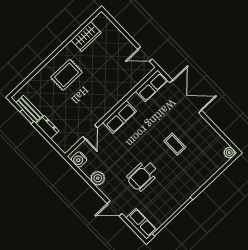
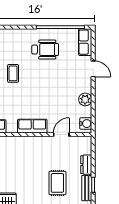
rug: (66, 75) -> (57, 183), moved, turned 90
wheelchair: (142, 176) -> (45, 50), moved

